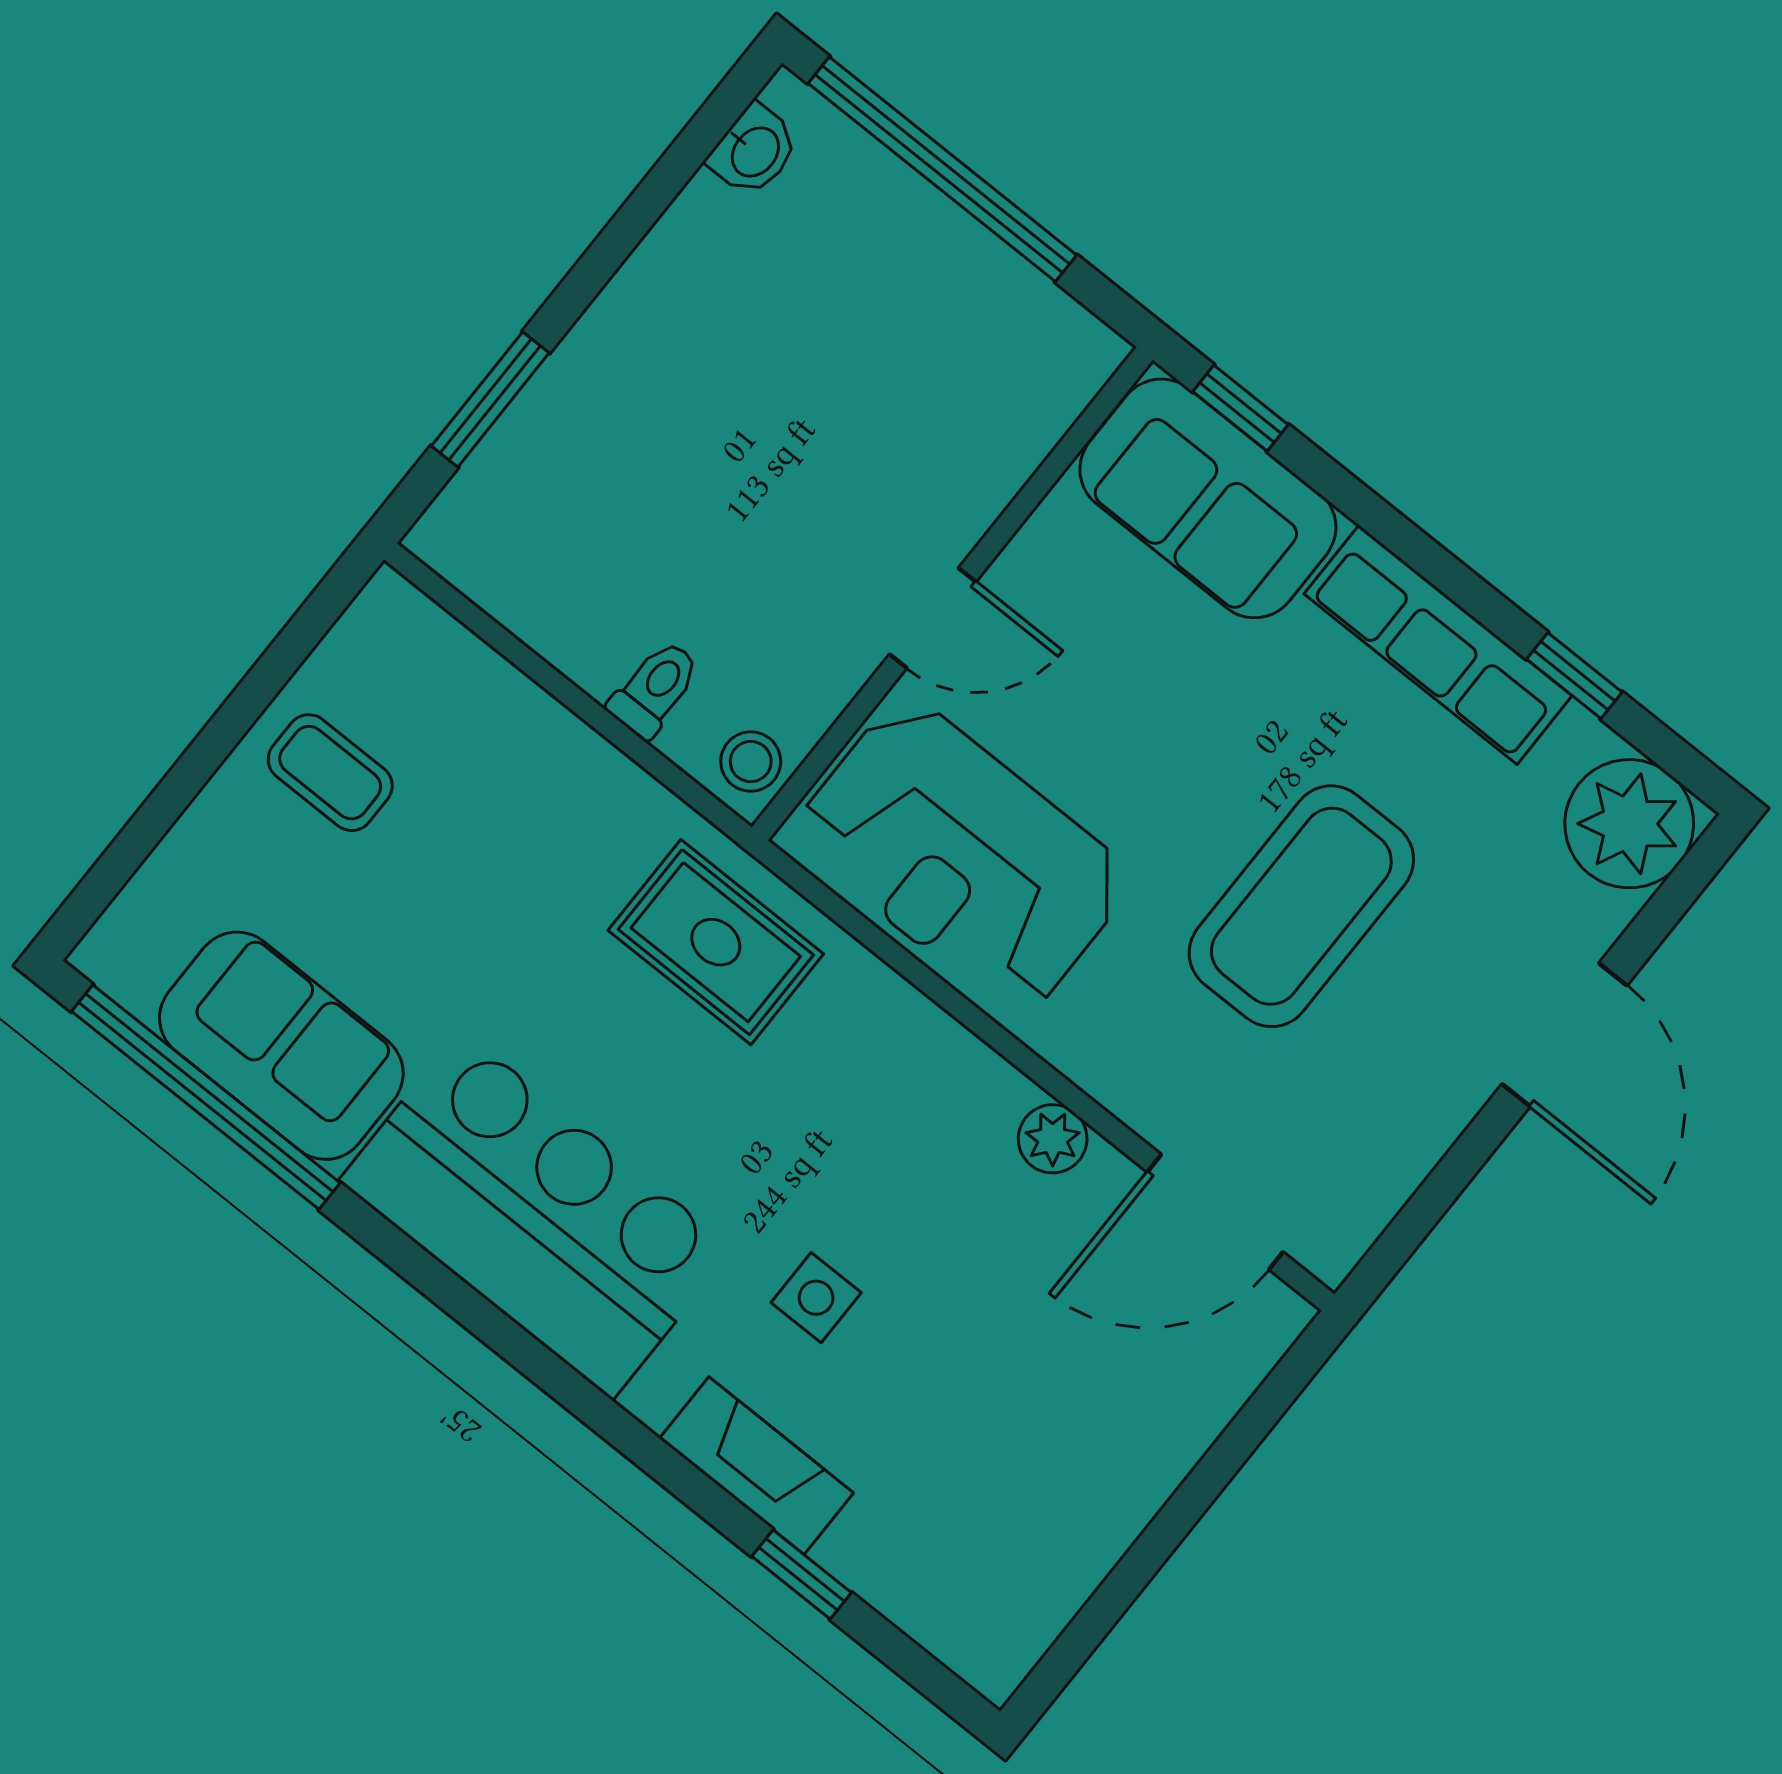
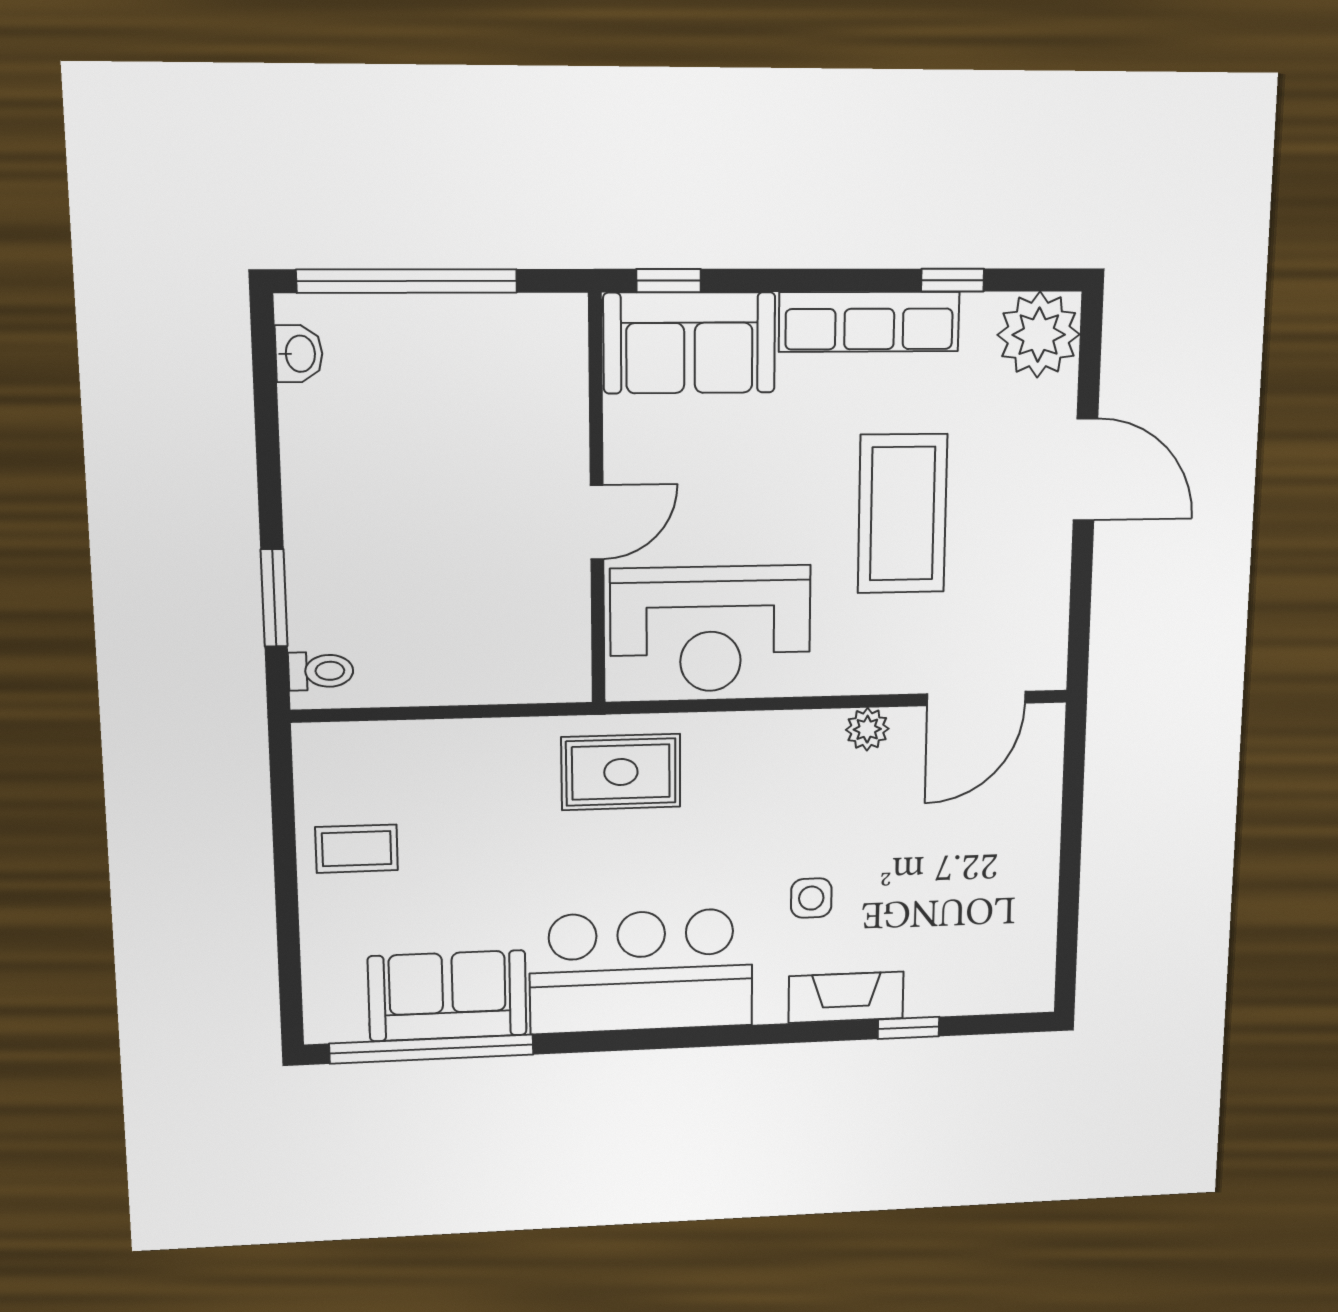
toilet: (655, 689) -> (321, 671), moved, turned 90
stool: (751, 762) -> (564, 670), removed

